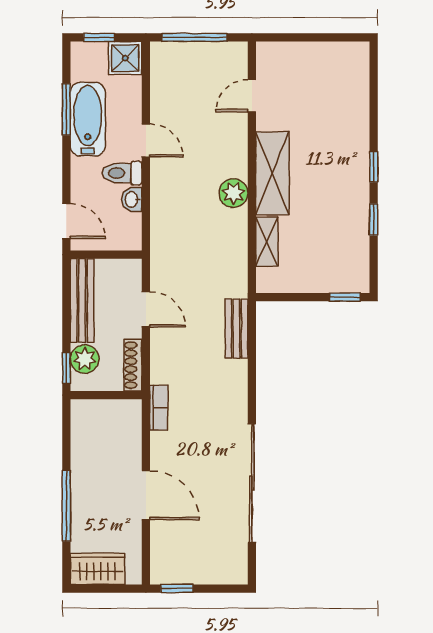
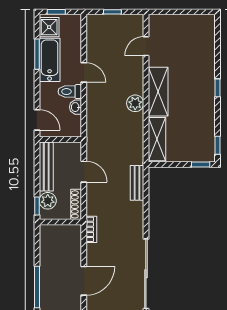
window: (195, 37) -> (112, 12), width x0.46
shower: (125, 58) -> (49, 27), moved
window: (374, 220) -> (218, 145), moved
shelving: (267, 242) -> (157, 139), width x1.50, depth x1.33
door: (146, 495) -> (84, 281), hinge flipped

